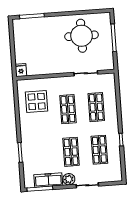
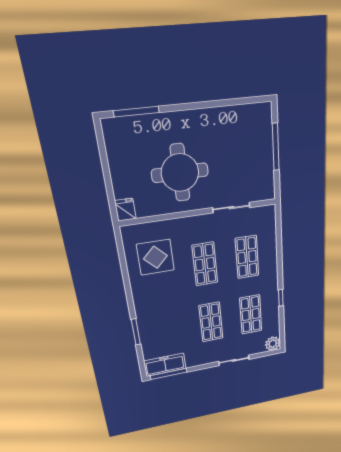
round table: (82, 36) -> (180, 173), moved
plant: (69, 179) -> (273, 344), moved
freezer: (48, 180) -> (165, 365), moved

